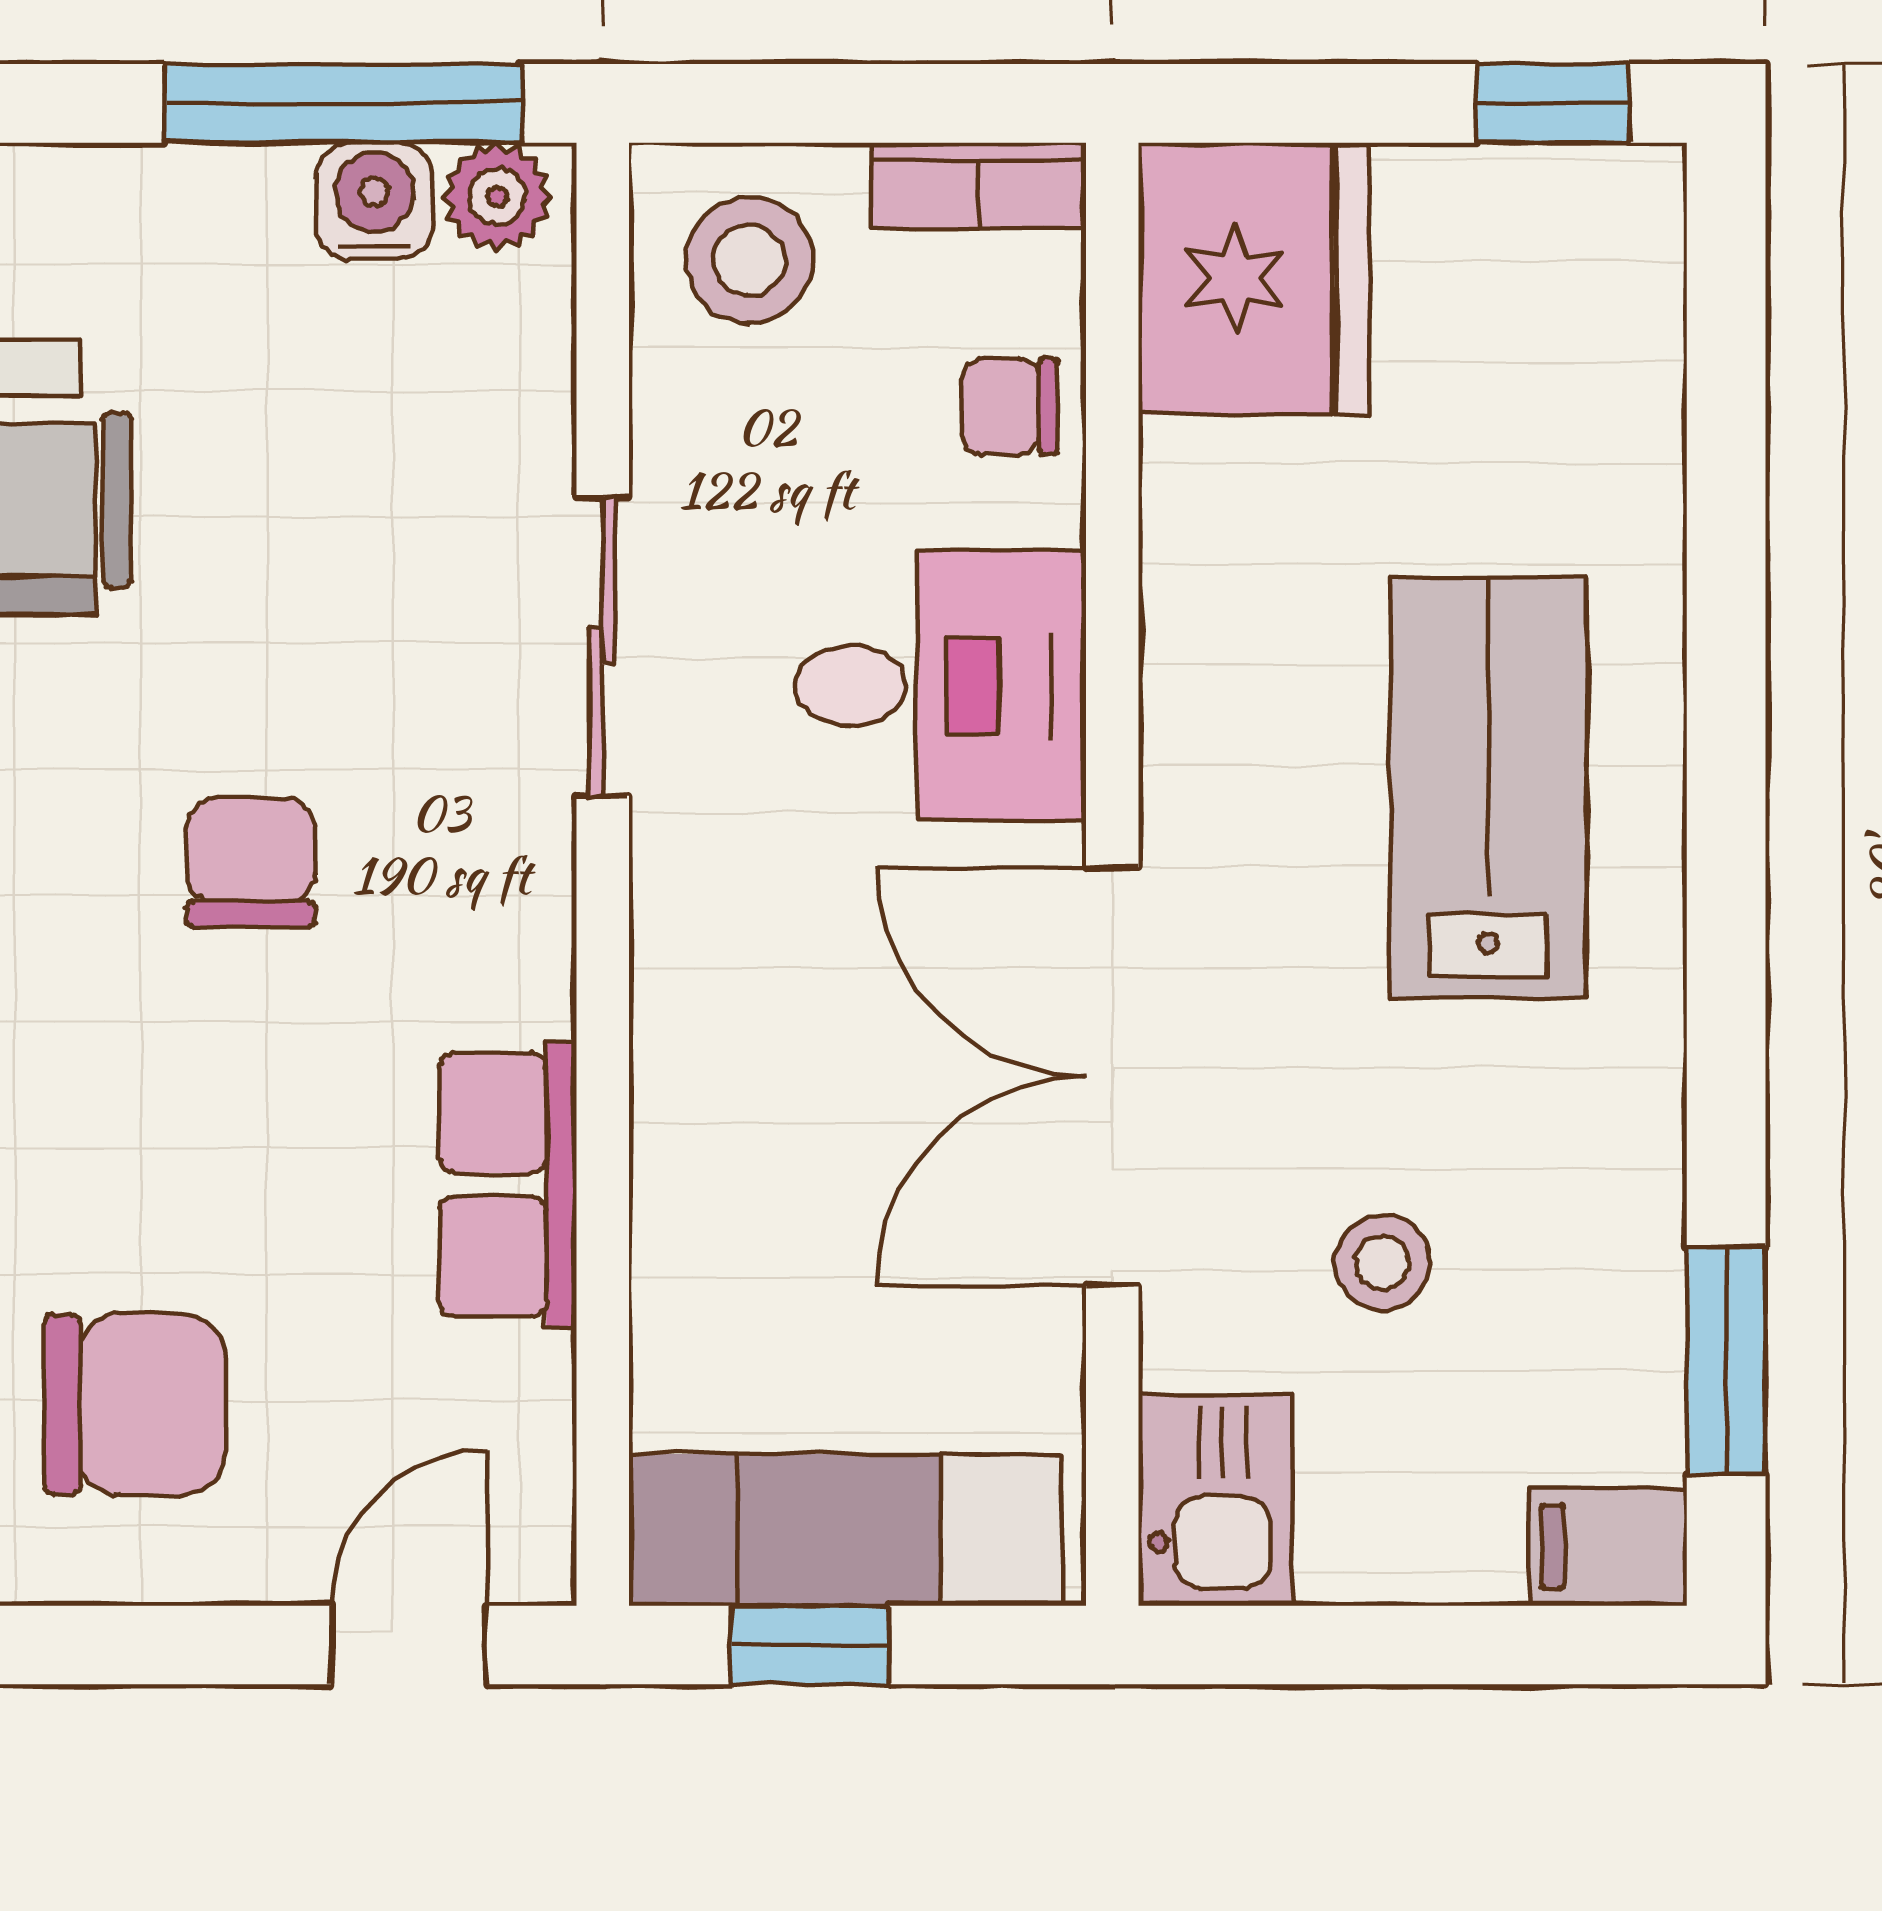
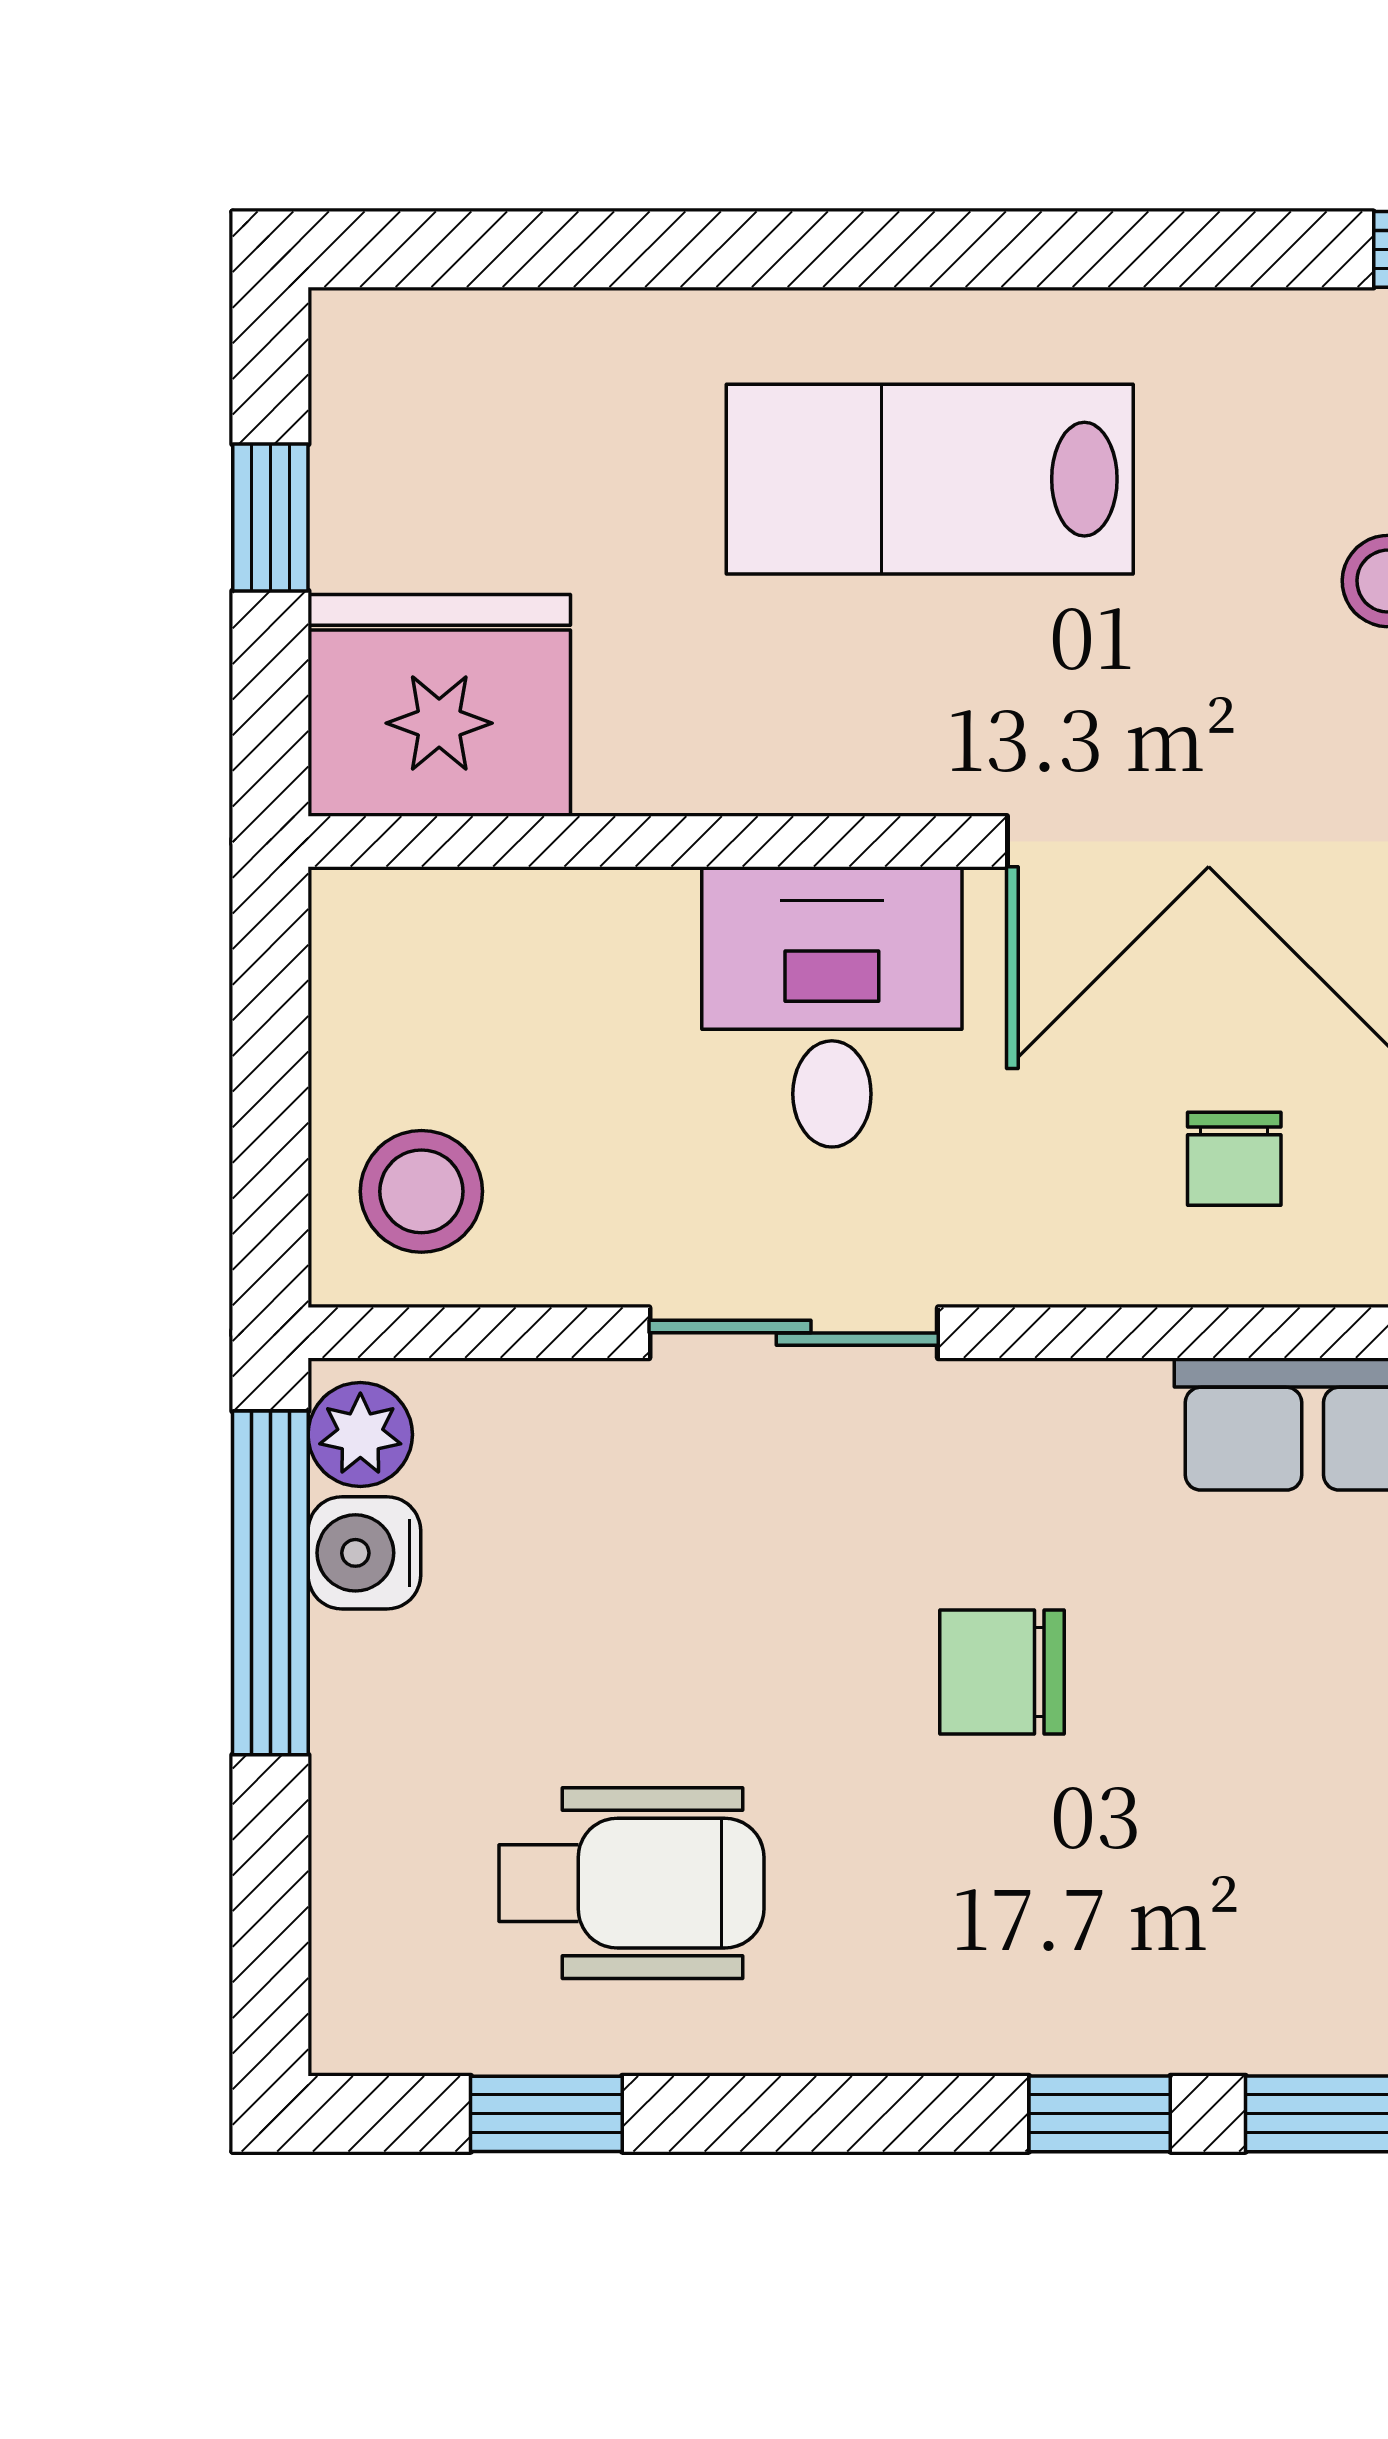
window: (1553, 103) -> (270, 518), moved
bookcase: (979, 185) -> (349, 970), removed
chair: (1010, 406) -> (1234, 1159), moved

